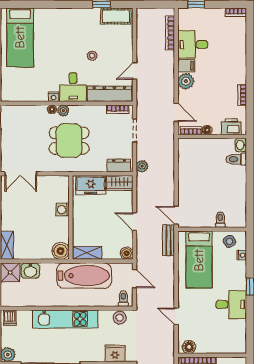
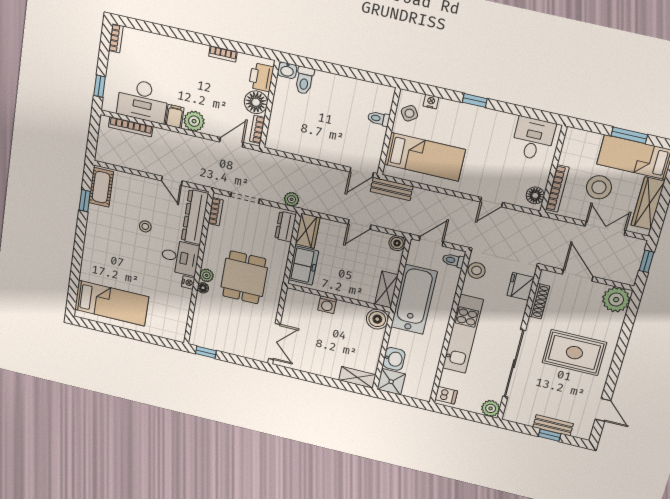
desk: (193, 45) -> (143, 101), width x1.37
floor lamp: (207, 130) -> (256, 102), width x1.89, depth x1.89
desk: (231, 304) -> (533, 139), moved

